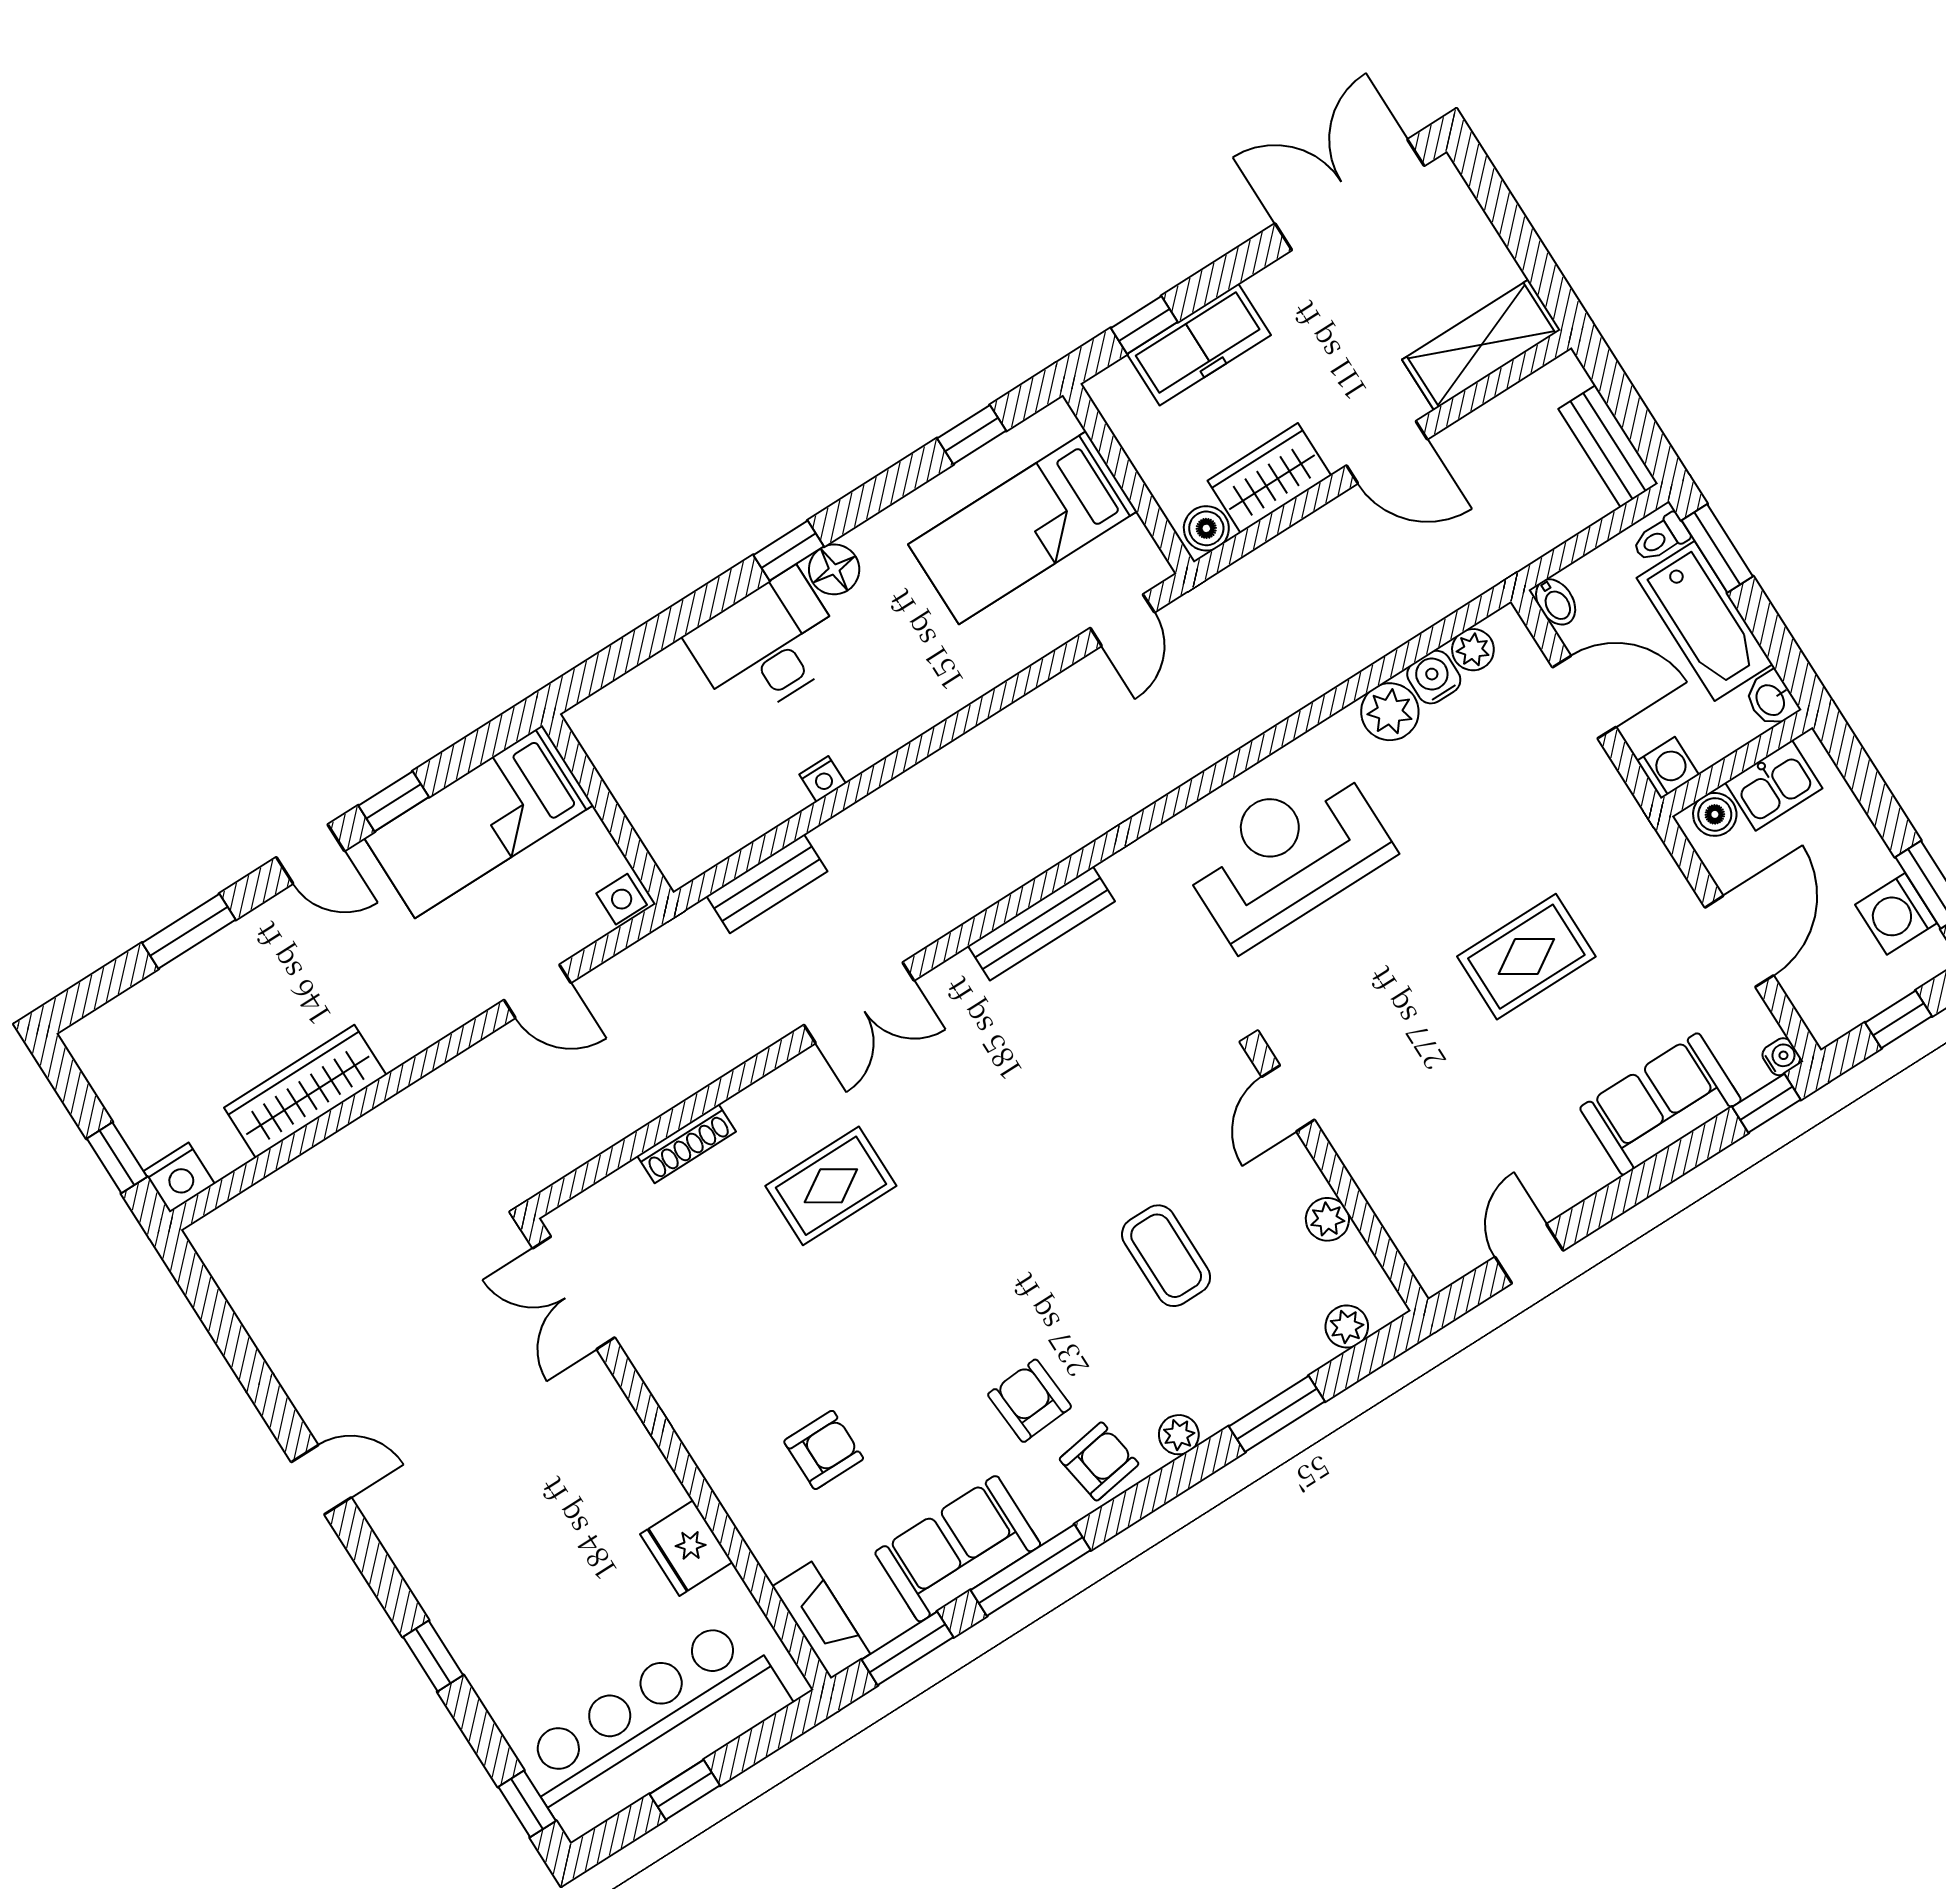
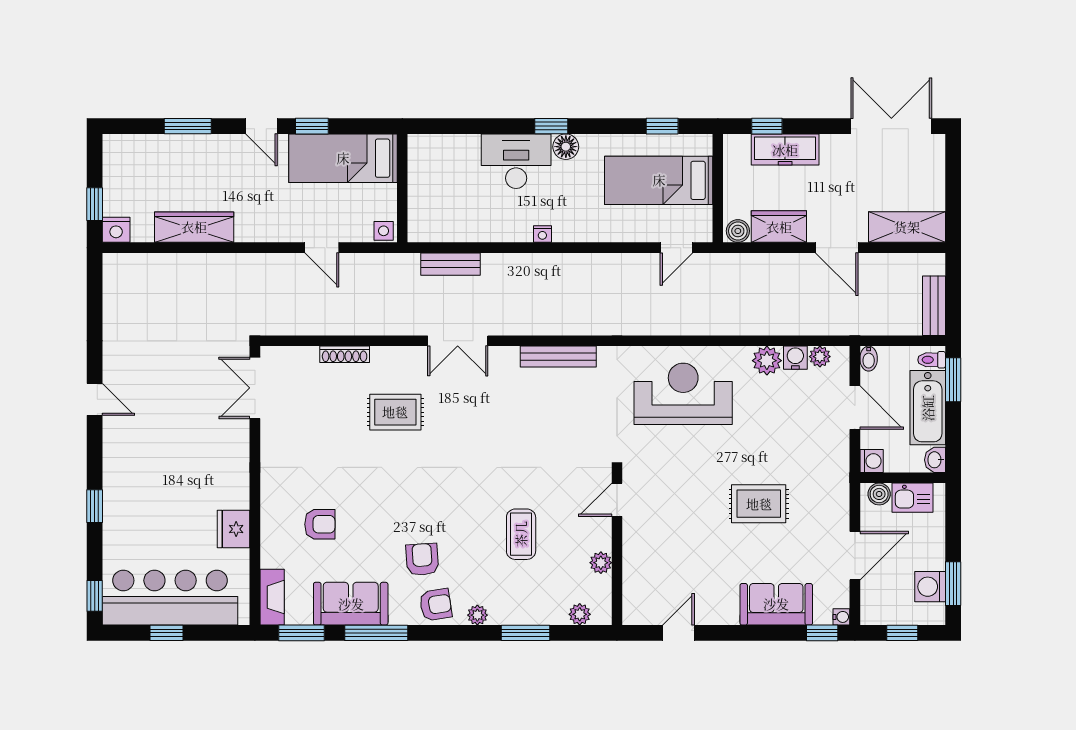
nightstand: (823, 779) -> (542, 234), moved

